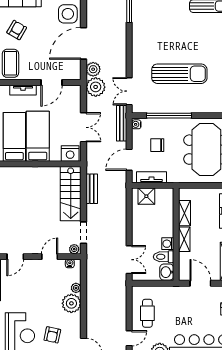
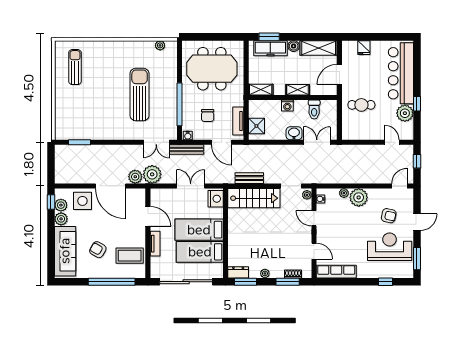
shelving: (185, 213) -> (261, 90), moved
washing machine: (168, 244) -> (287, 106), moved
washbasin: (167, 272) -> (294, 133), moved, turned 180
cafe table: (147, 313) -> (361, 105), moved

